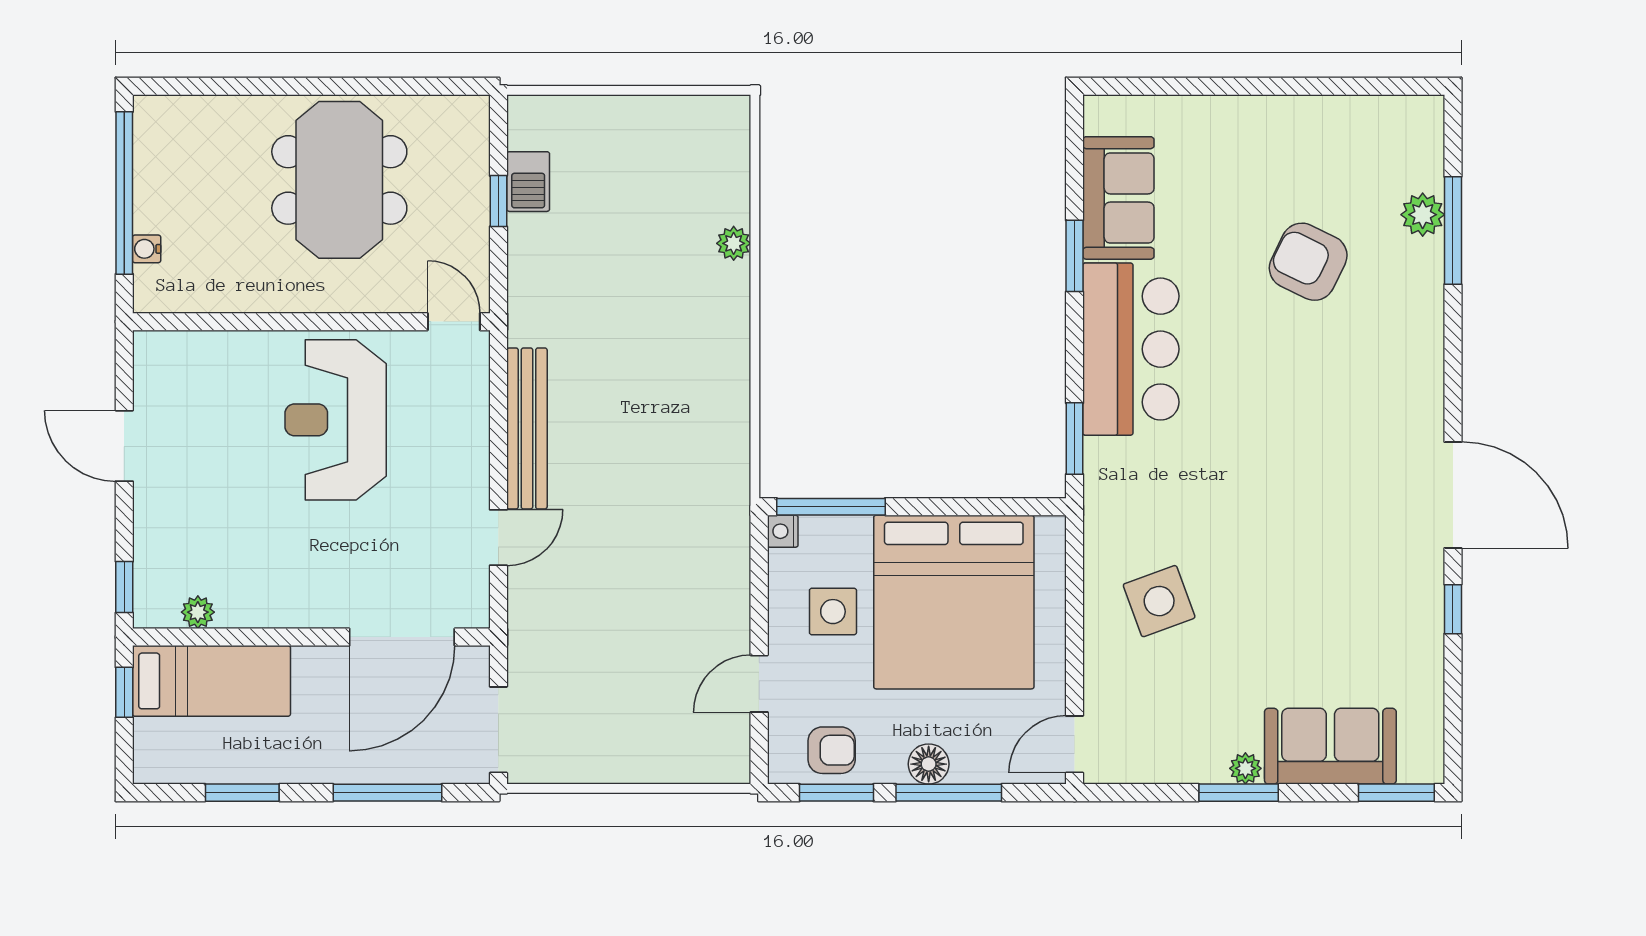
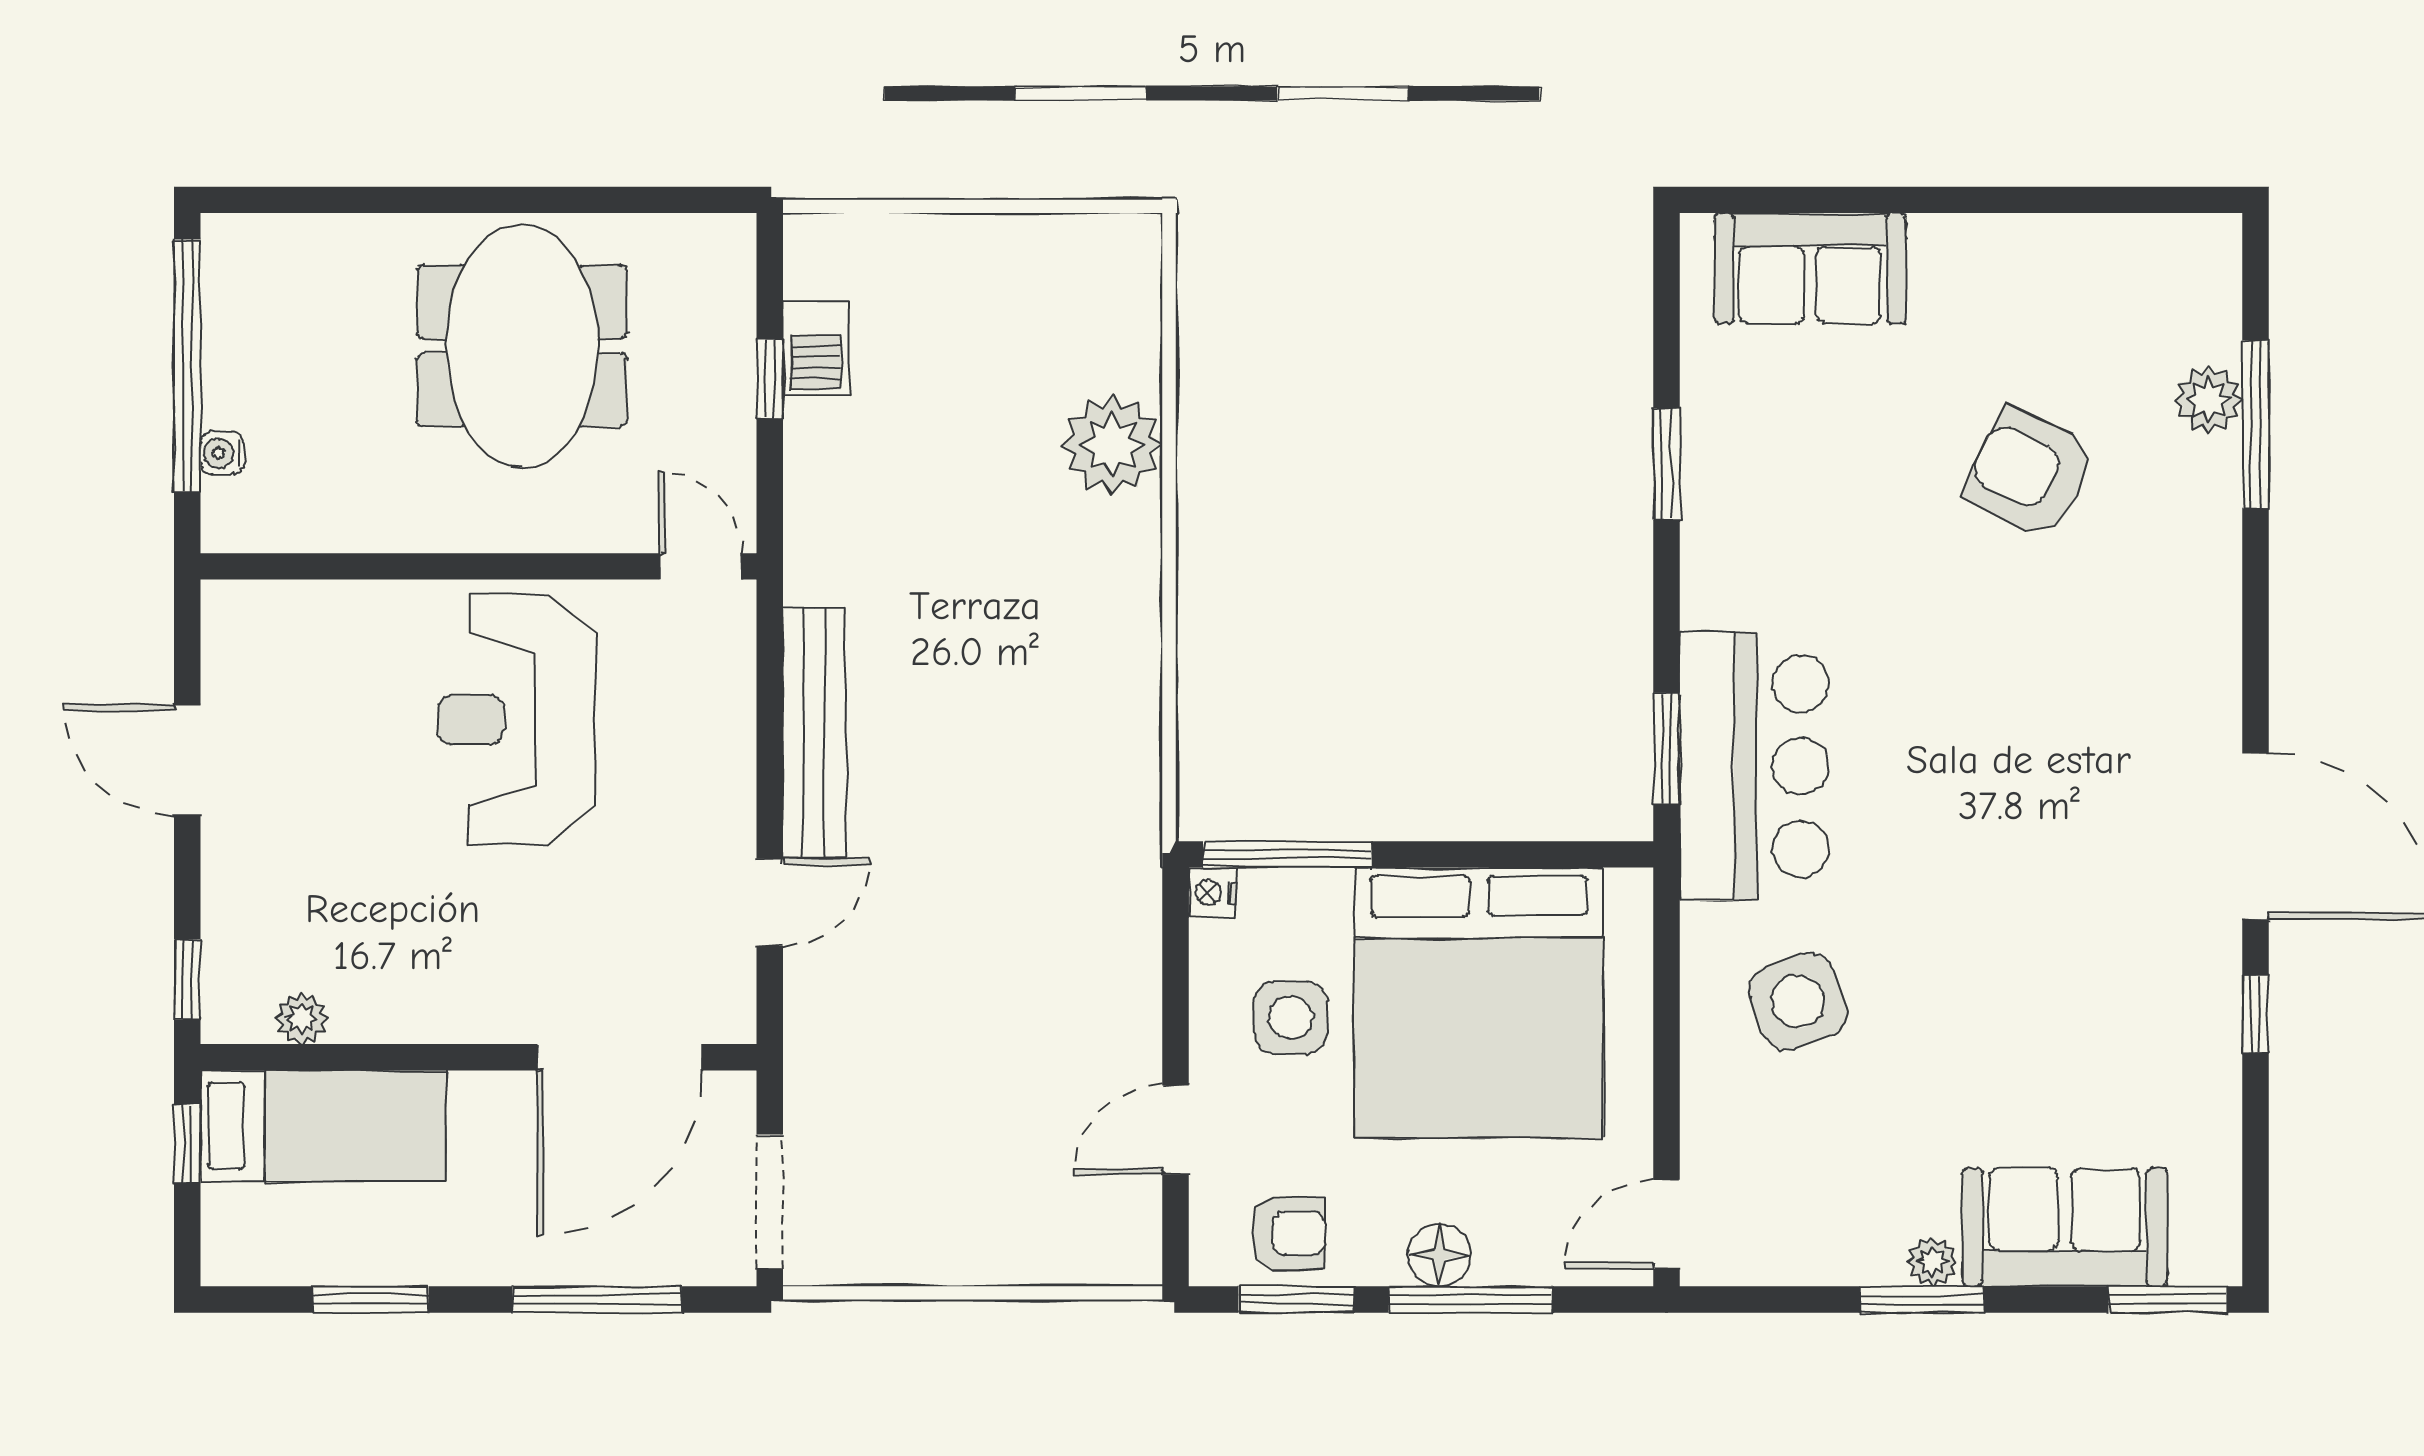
sofa: (1118, 198) -> (1810, 268), moved, turned 90
plant: (734, 243) -> (1113, 444), width x1.87, depth x1.87
bar counter: (1131, 349) -> (1754, 766), moved

